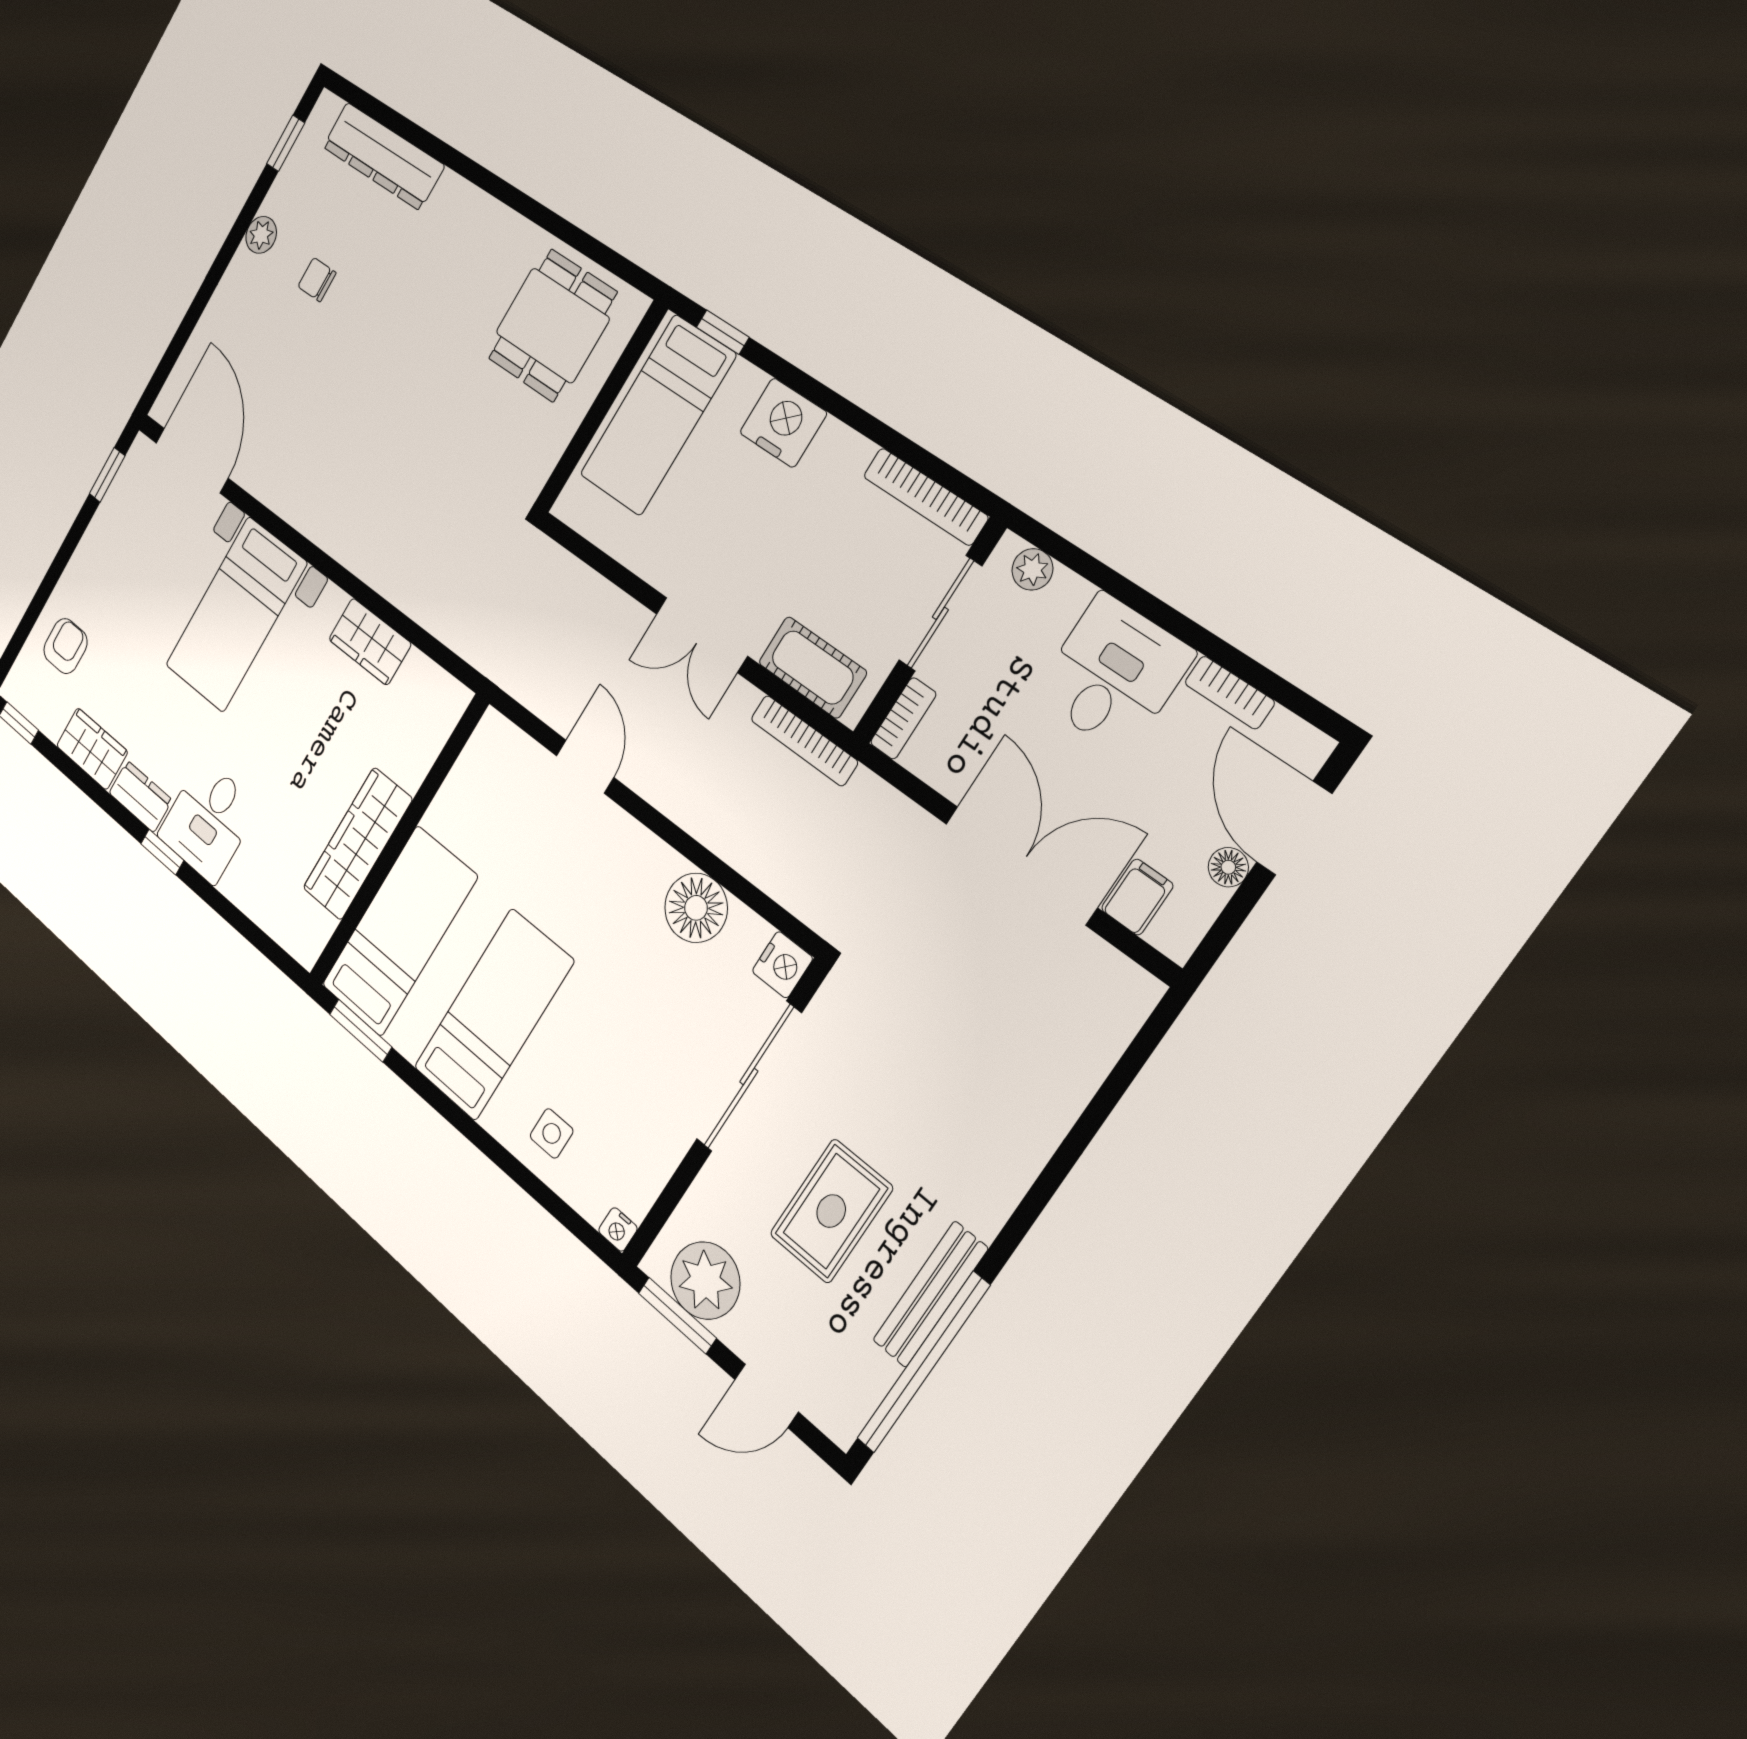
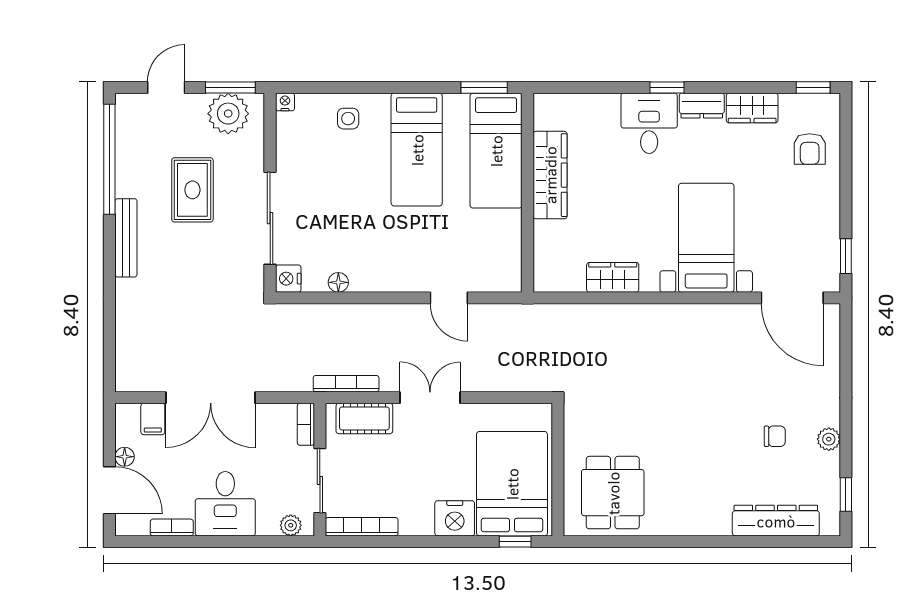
bed: (658, 415) -> (512, 484), width x1.50
floor lamp: (696, 908) -> (338, 282), width x0.53, depth x0.53
bench: (930, 1294) -> (126, 238), moved

